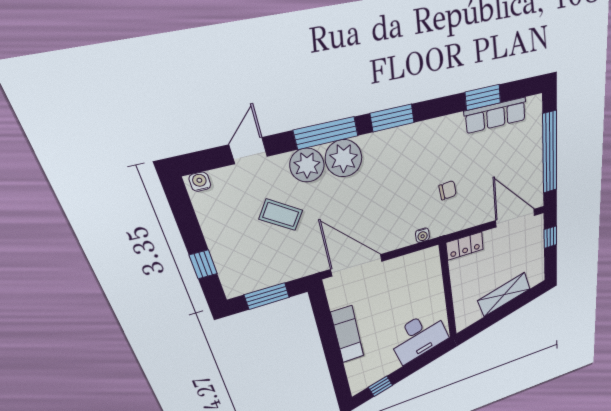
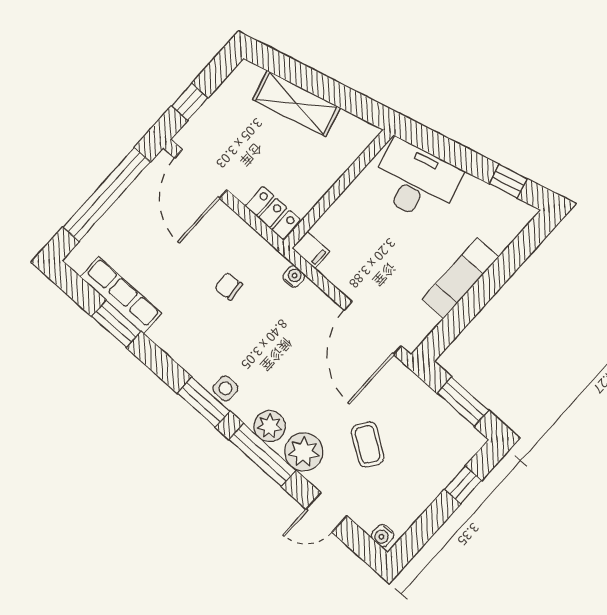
side table: (390, 141) -> (225, 388), added
plant: (344, 158) -> (270, 426), width x0.73, depth x0.73
filing cabinet: (429, 255) -> (311, 250), added

